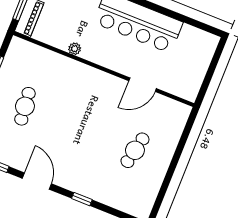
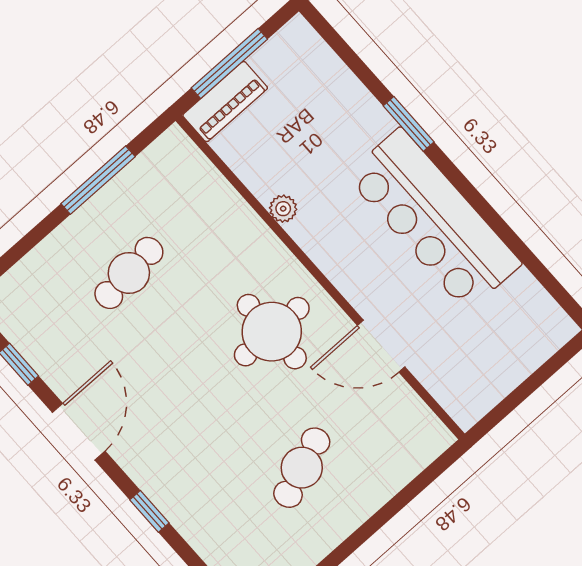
round table: (95, 101) -> (272, 332), added
cafe table: (135, 150) -> (302, 468), turned -33

